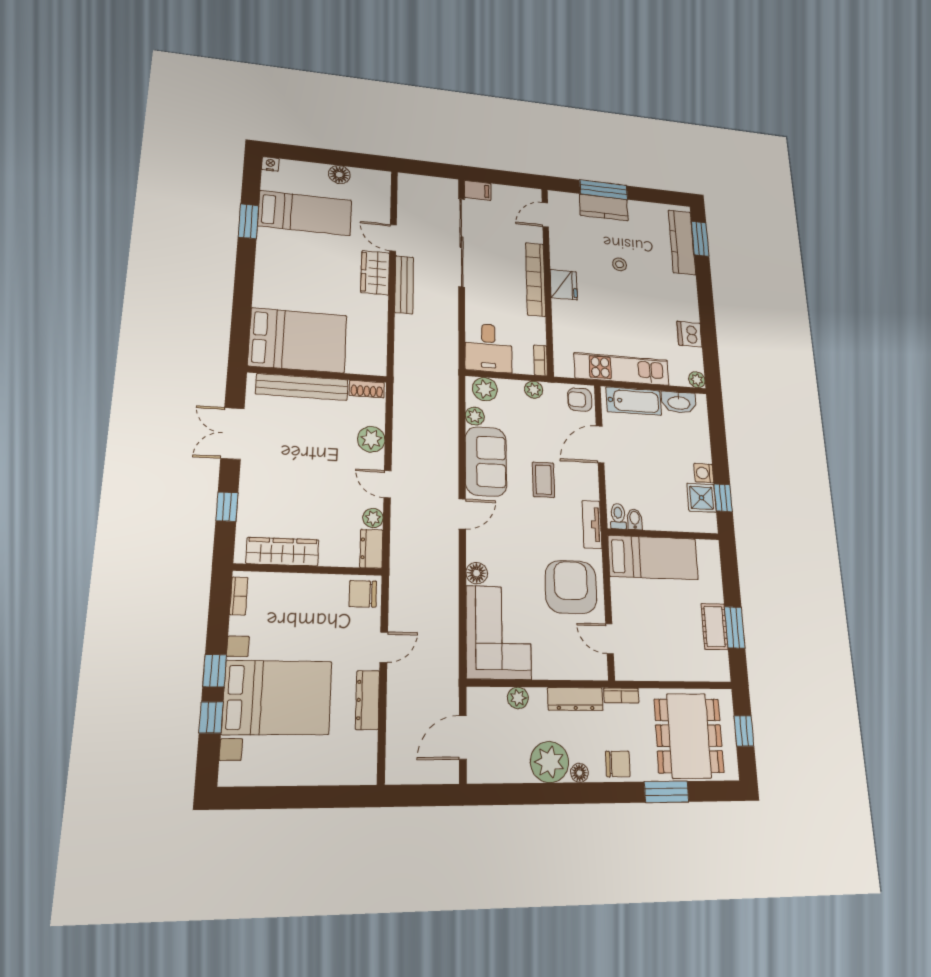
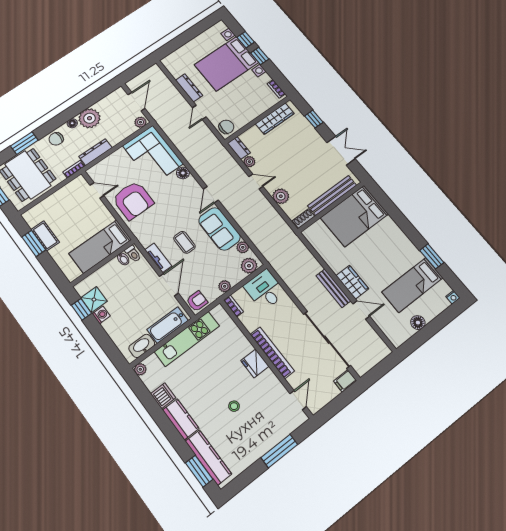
kitchen counter: (604, 207) -> (181, 419), moved, turned 90
tv unit: (592, 524) -> (158, 258), moved
plant: (518, 698) -> (140, 122), moved

